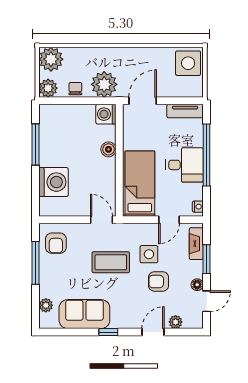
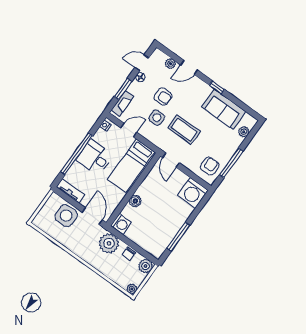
plant: (51, 59) -> (132, 289), width x0.53, depth x0.53
side table: (188, 63) -> (66, 216), moved
door: (143, 101) -> (92, 216), swing flipped
washing machine: (54, 182) -> (193, 193), moved, turned -90

